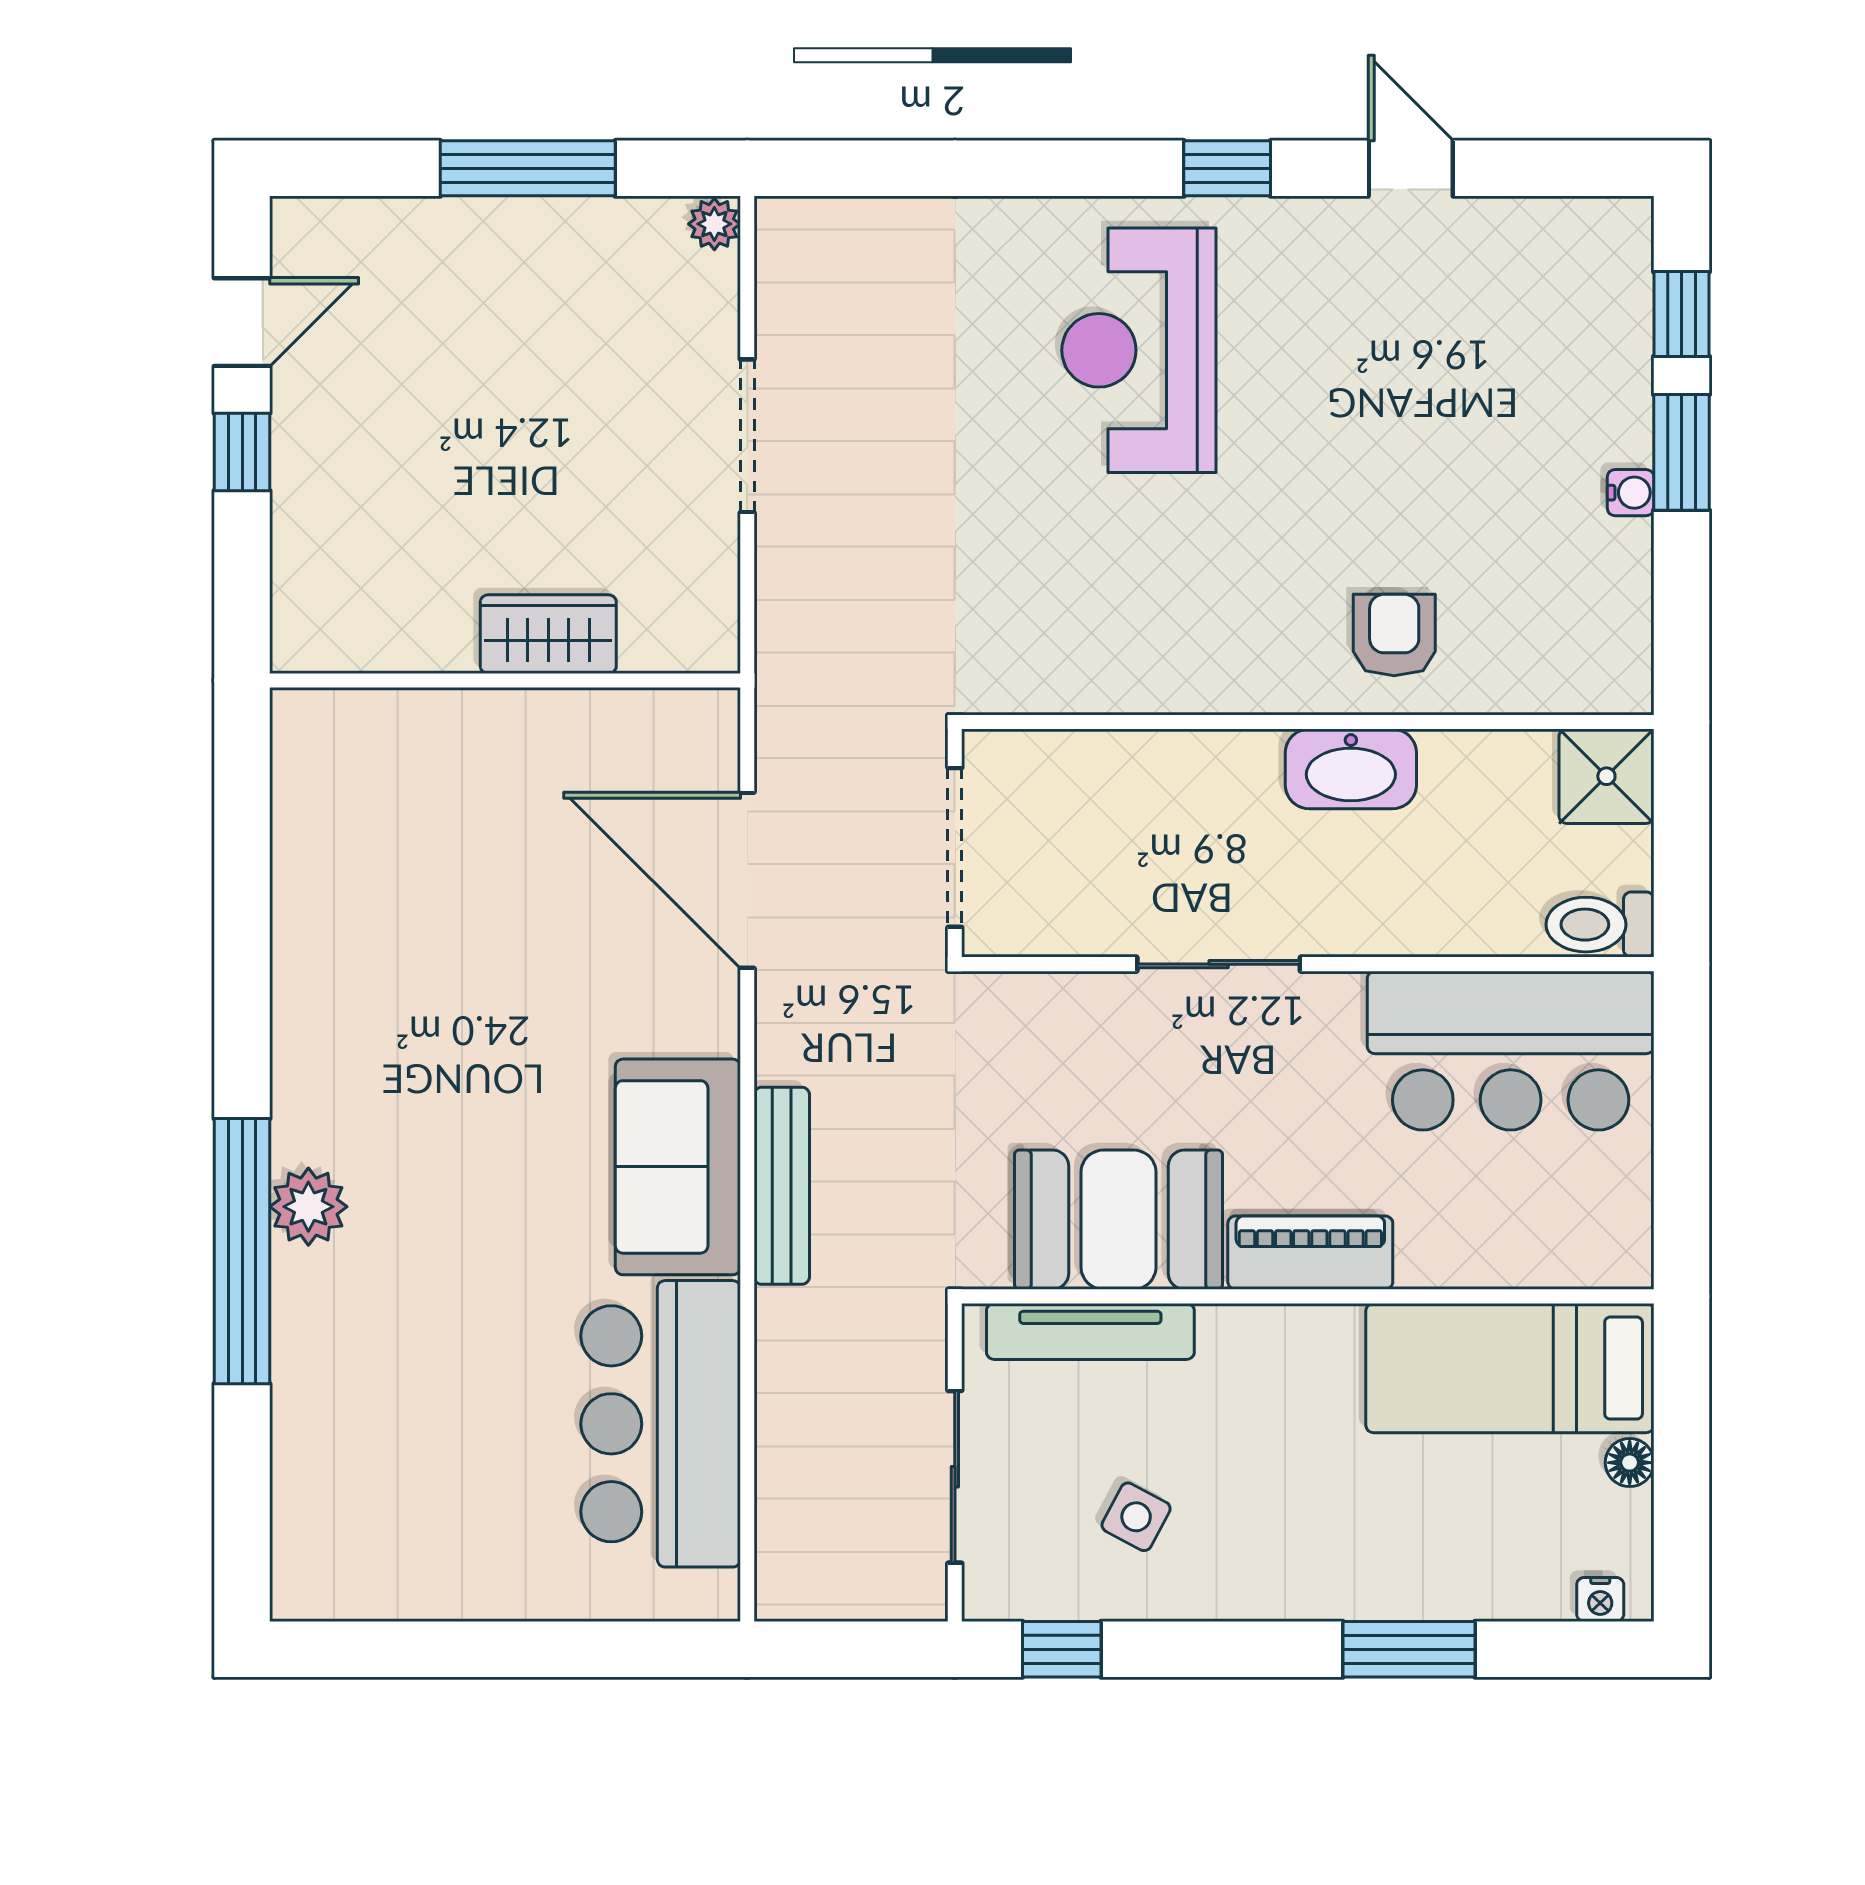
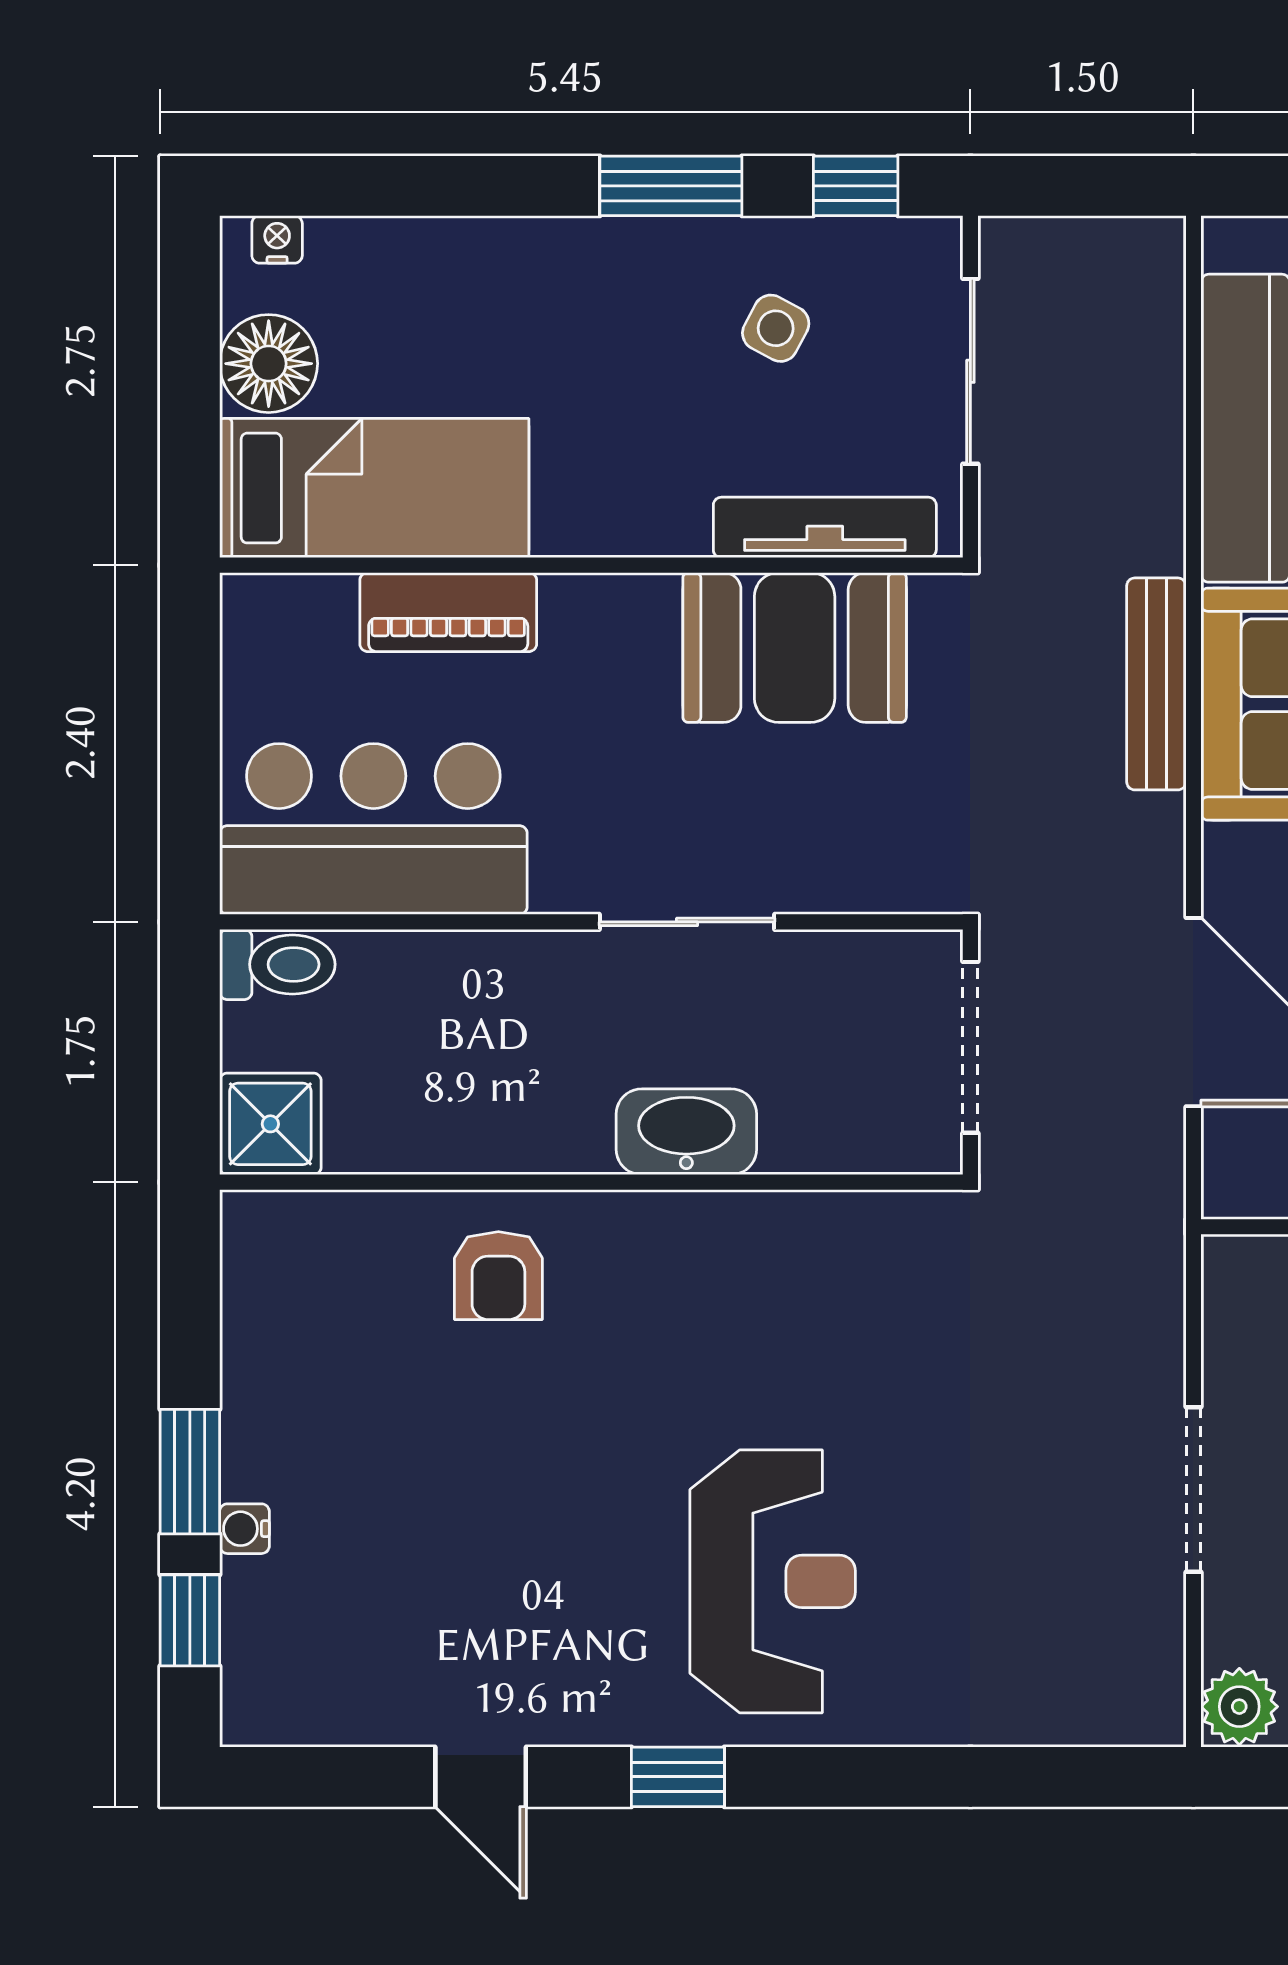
plant: (714, 224) -> (1239, 1707), width x1.38, depth x1.38
water cooler: (1631, 493) -> (244, 1529), moved
washbasin: (1351, 769) -> (686, 1132), moved
piano: (1310, 1253) -> (448, 612), moved
floor lamp: (1630, 1463) -> (269, 364), width x1.89, depth x1.89
window: (1409, 1649) -> (671, 186), moved

